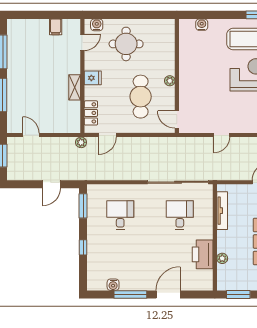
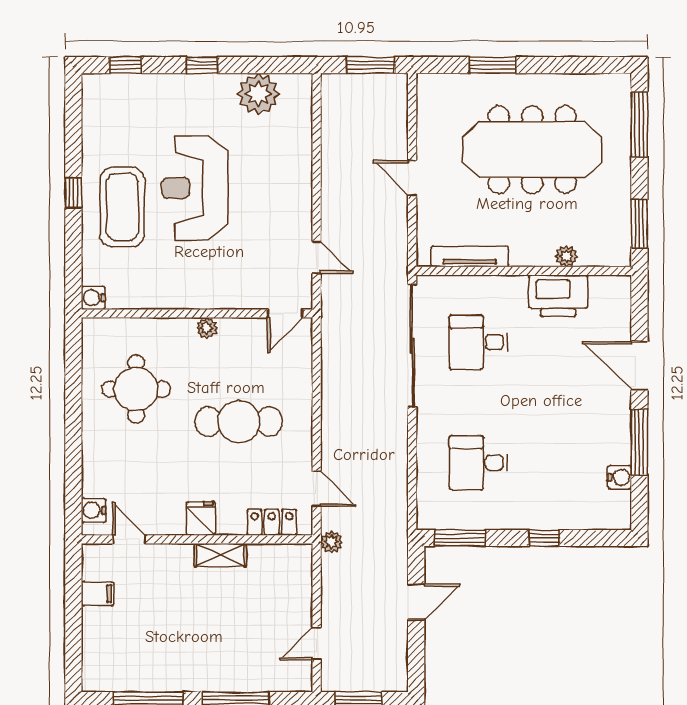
round table: (126, 44) -> (136, 389), moved
wall: (177, 76) -> (197, 313), moved
plant: (170, 81) -> (207, 328), moved
door: (177, 119) -> (285, 313), moved
door: (52, 184) -> (416, 602), hinge flipped

